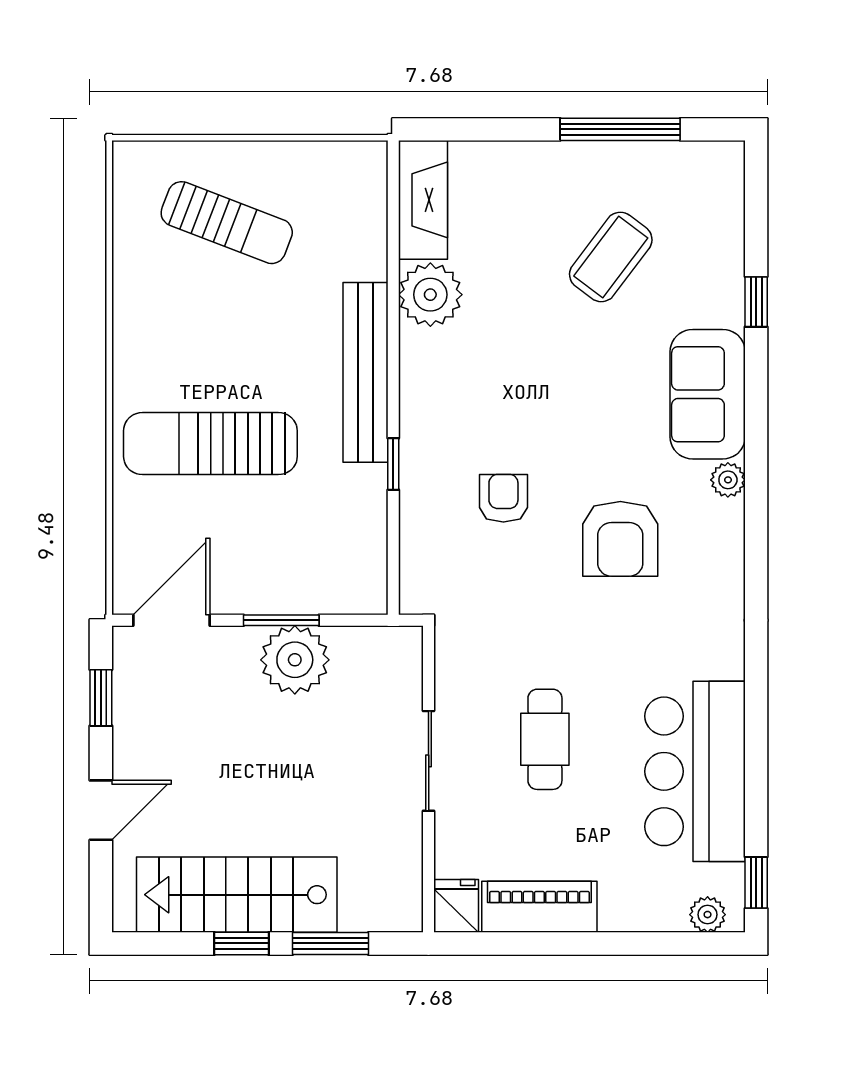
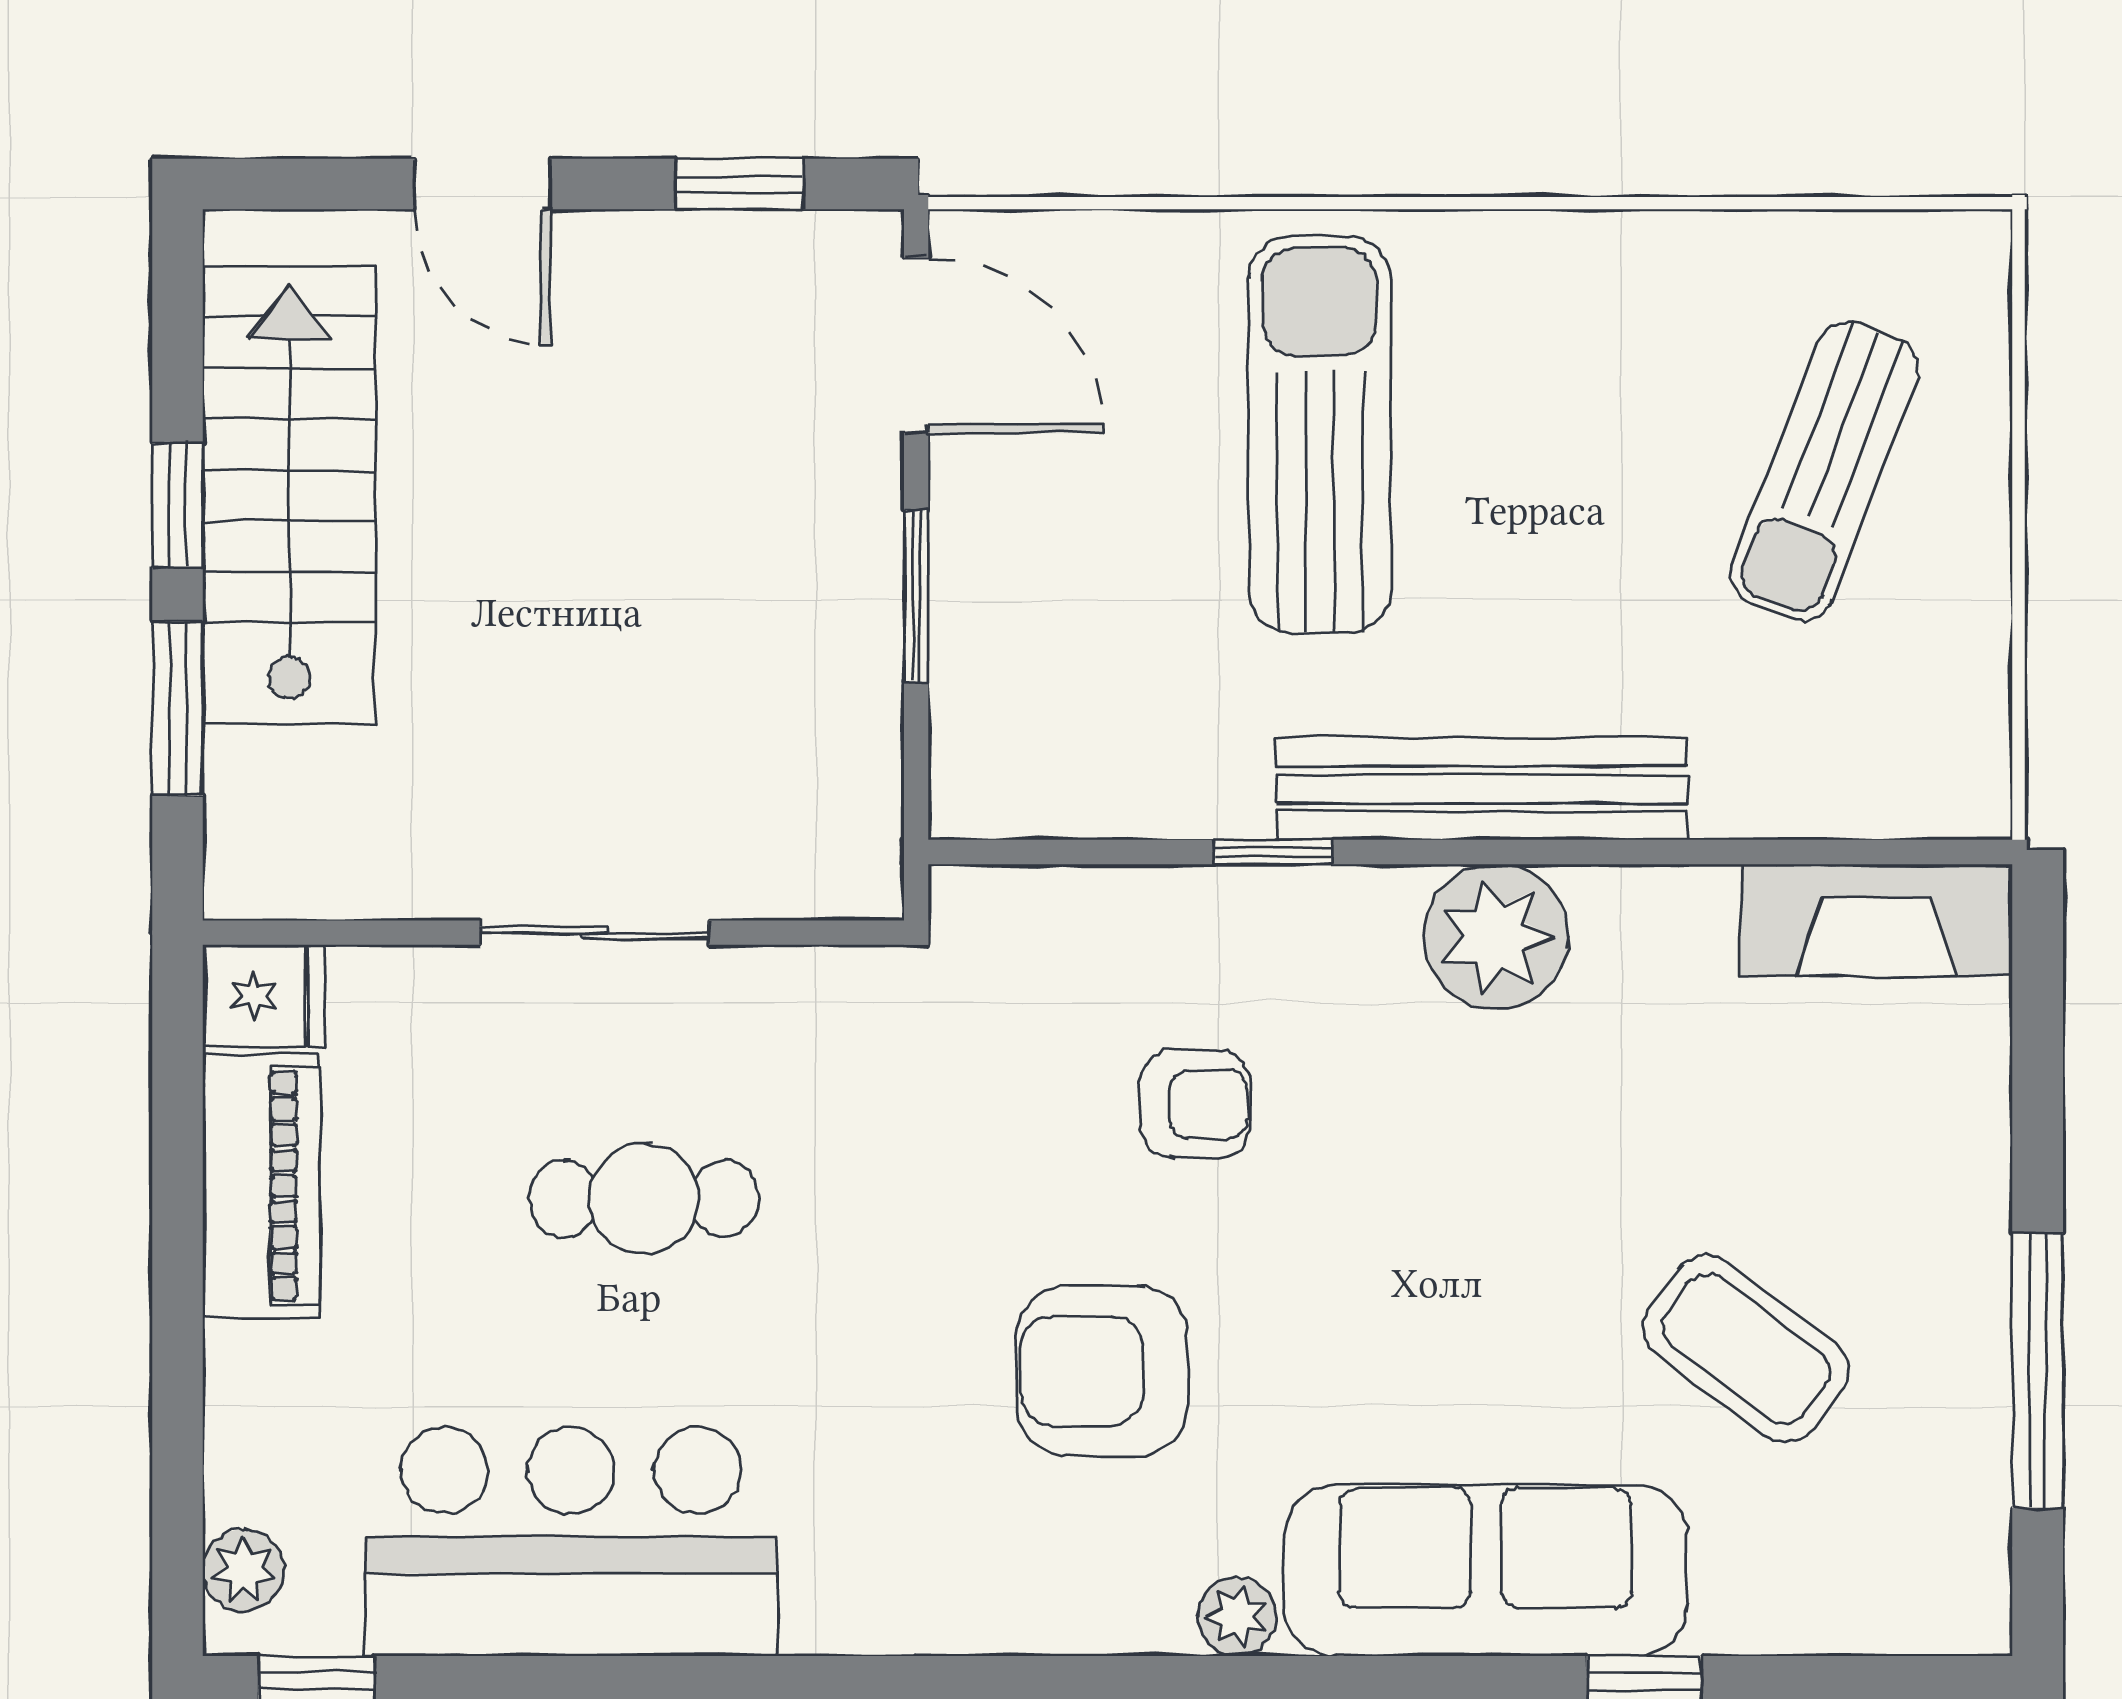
plant: (430, 295) -> (1496, 937), moved
sofa: (708, 394) -> (1486, 1570), width x1.36
plant: (295, 660) -> (826, 627), removed

